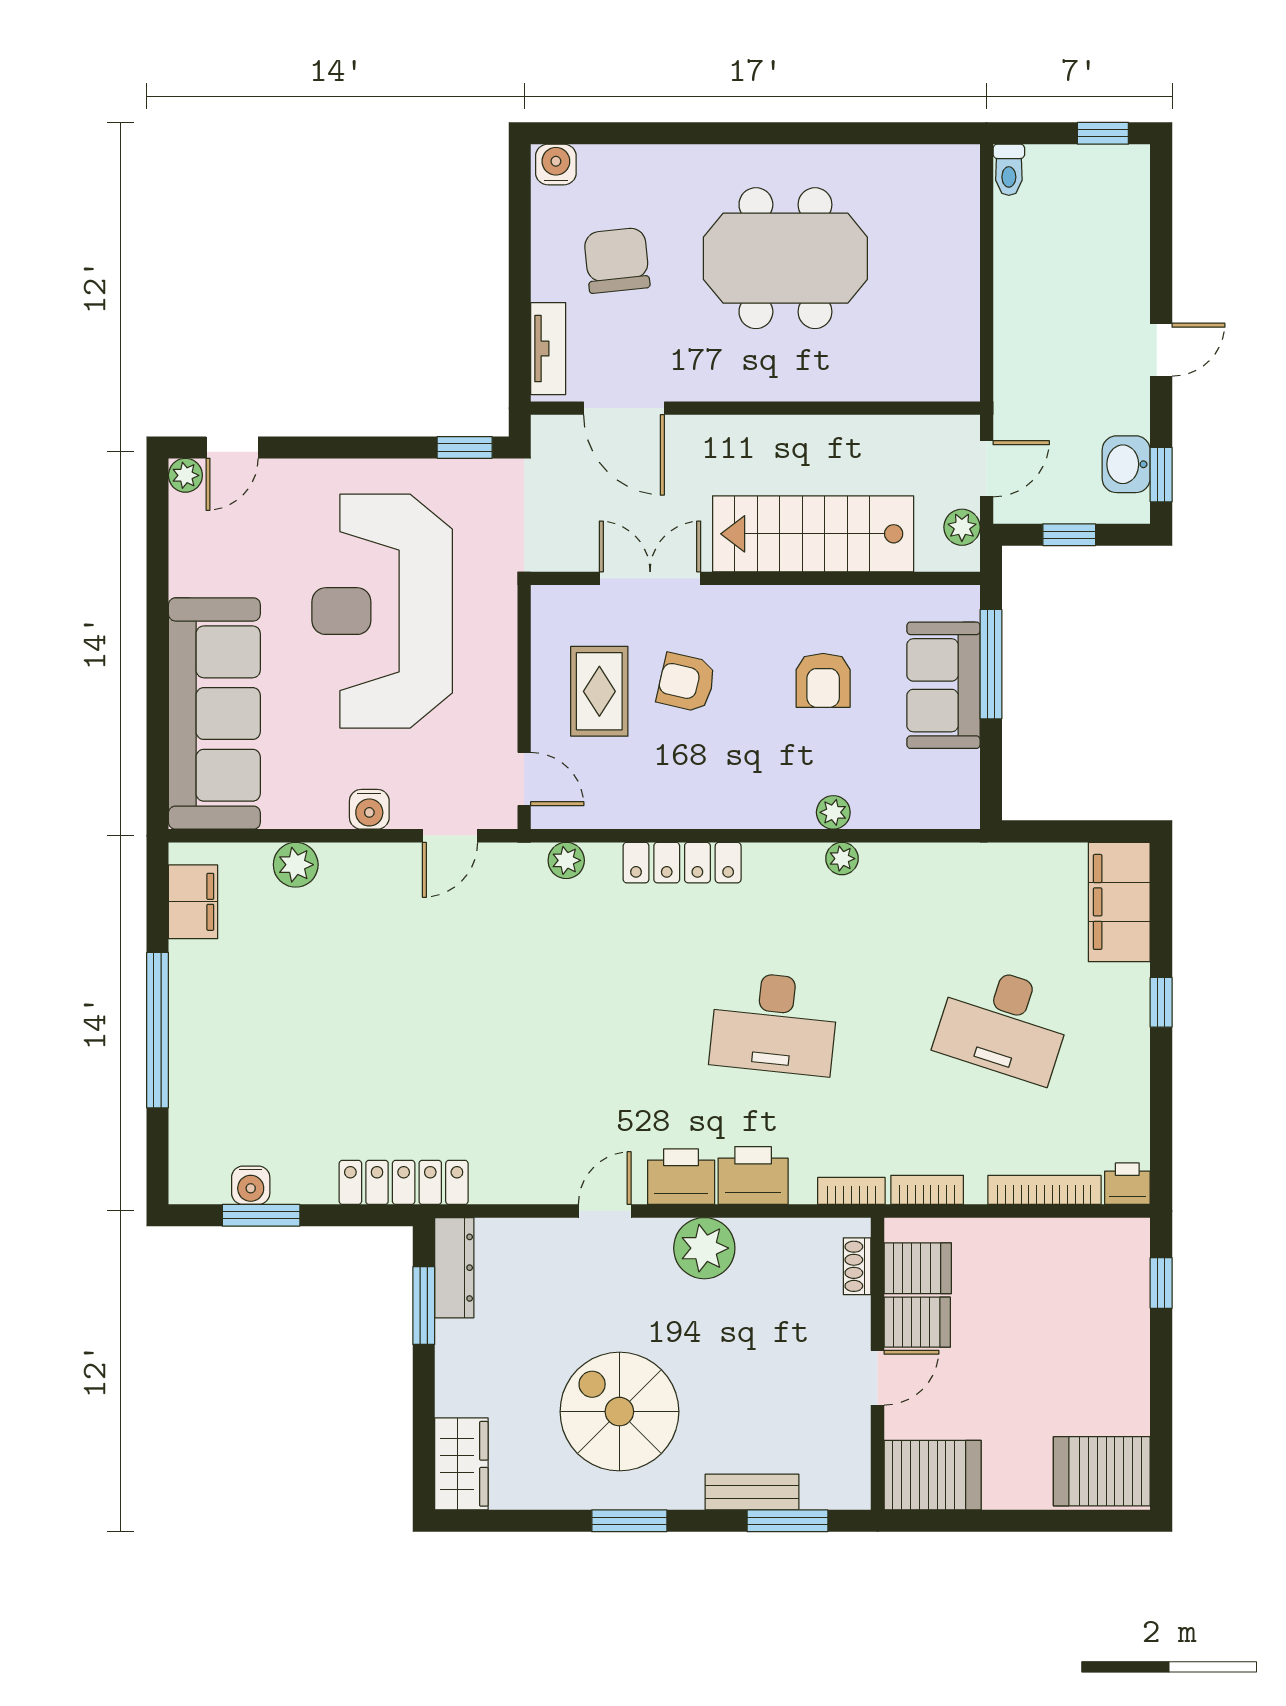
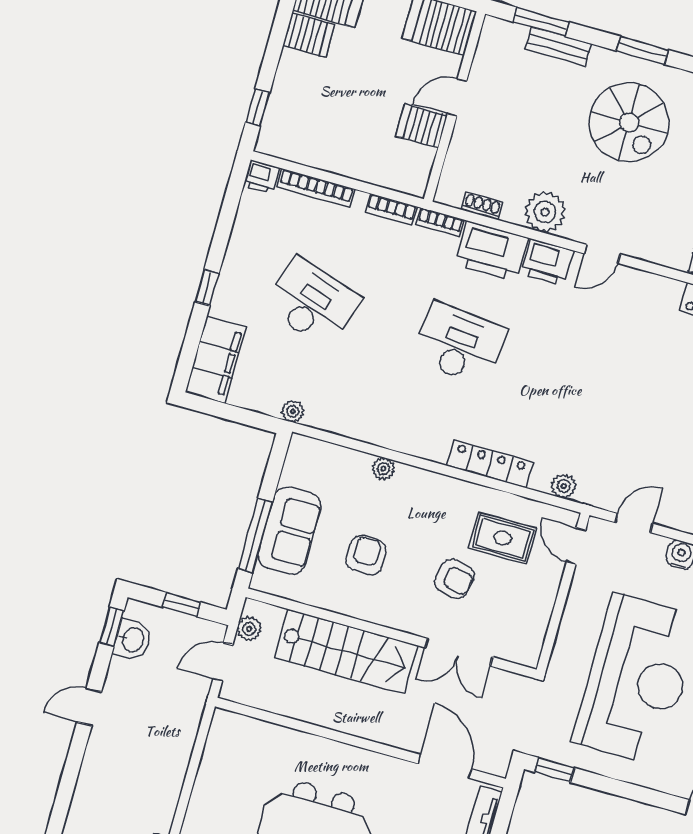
rug: (599, 691) -> (503, 538), moved, turned 90
plant: (842, 859) -> (293, 411), moved
printer: (753, 1175) -> (491, 251), width x1.37, depth x1.19
shoe rack: (857, 1266) -> (482, 206), moved, turned -90
server rack: (918, 1268) -> (309, 35), moved, turned 180

